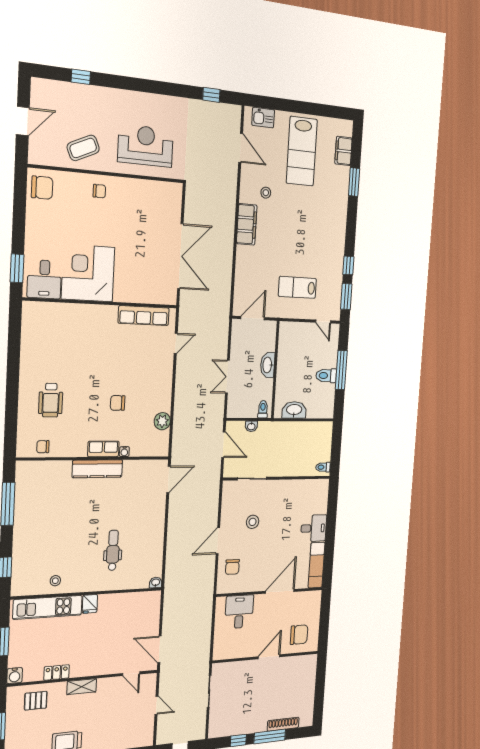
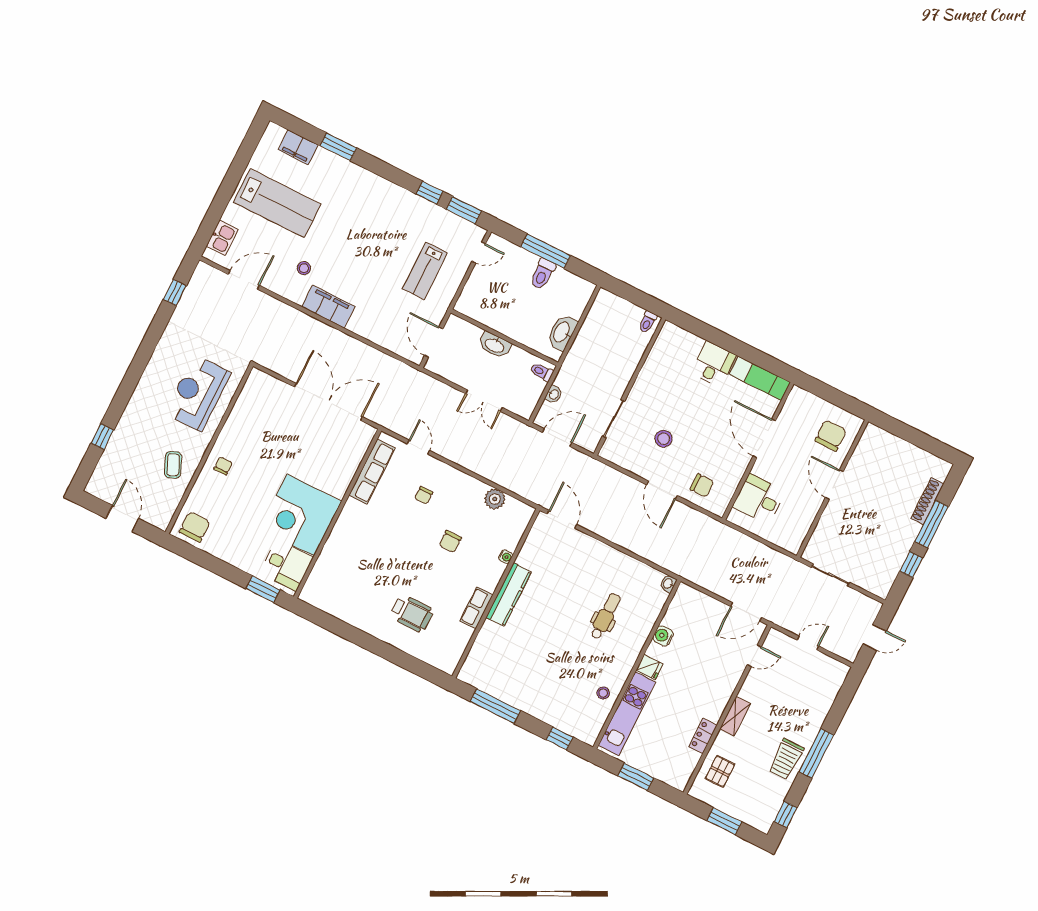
coffee table: (83, 148) -> (173, 465), width x0.73, depth x0.77
chair: (43, 447) -> (424, 495), moved
row of seats: (103, 449) -> (476, 608), moved
dental chair: (113, 550) -> (606, 616), turned 90
water cooler: (15, 676) -> (663, 636), moved, turned 180

